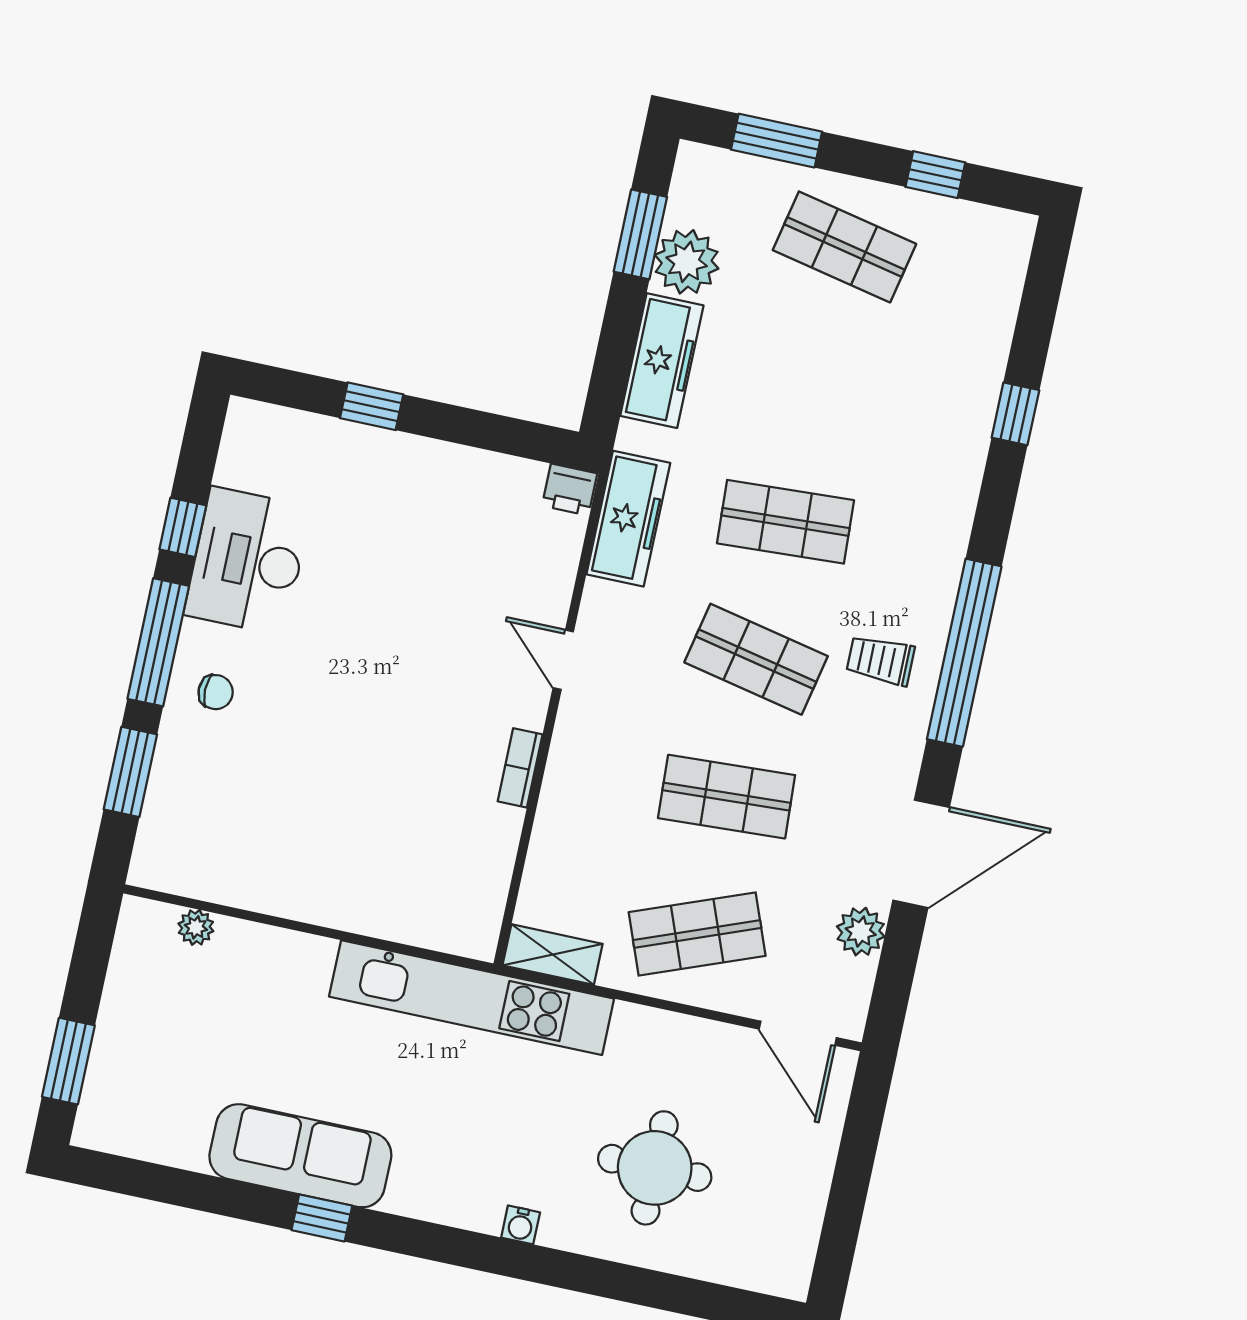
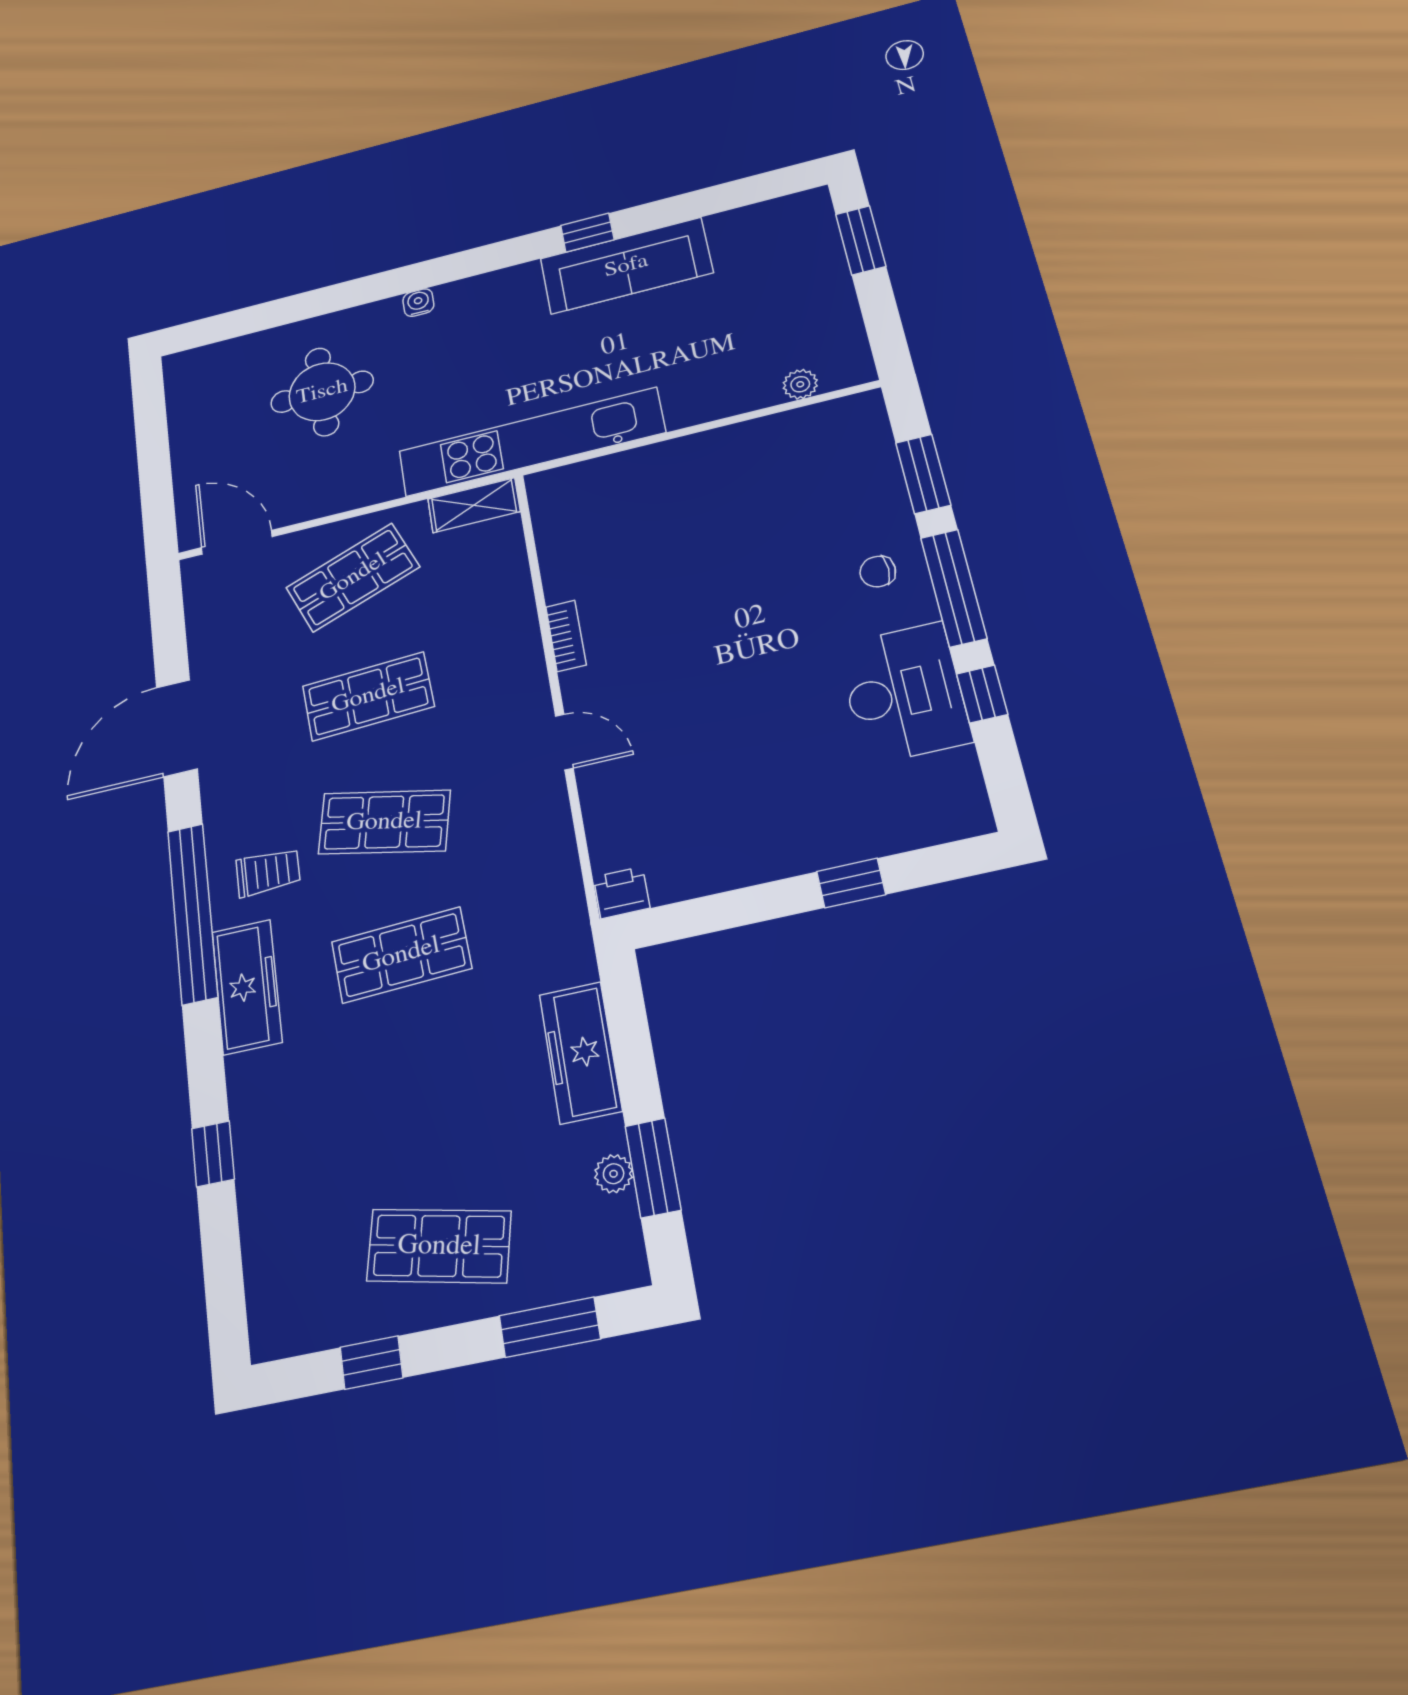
plant: (687, 262) -> (614, 1174), width x0.53, depth x0.53
freezer: (628, 519) -> (247, 987), moved, turned 180
plant: (861, 932) -> (209, 643), removed

